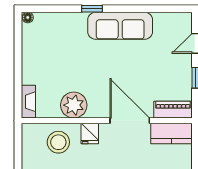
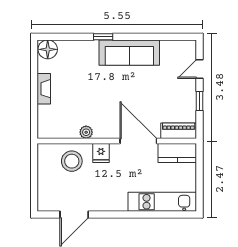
floor lamp: (28, 17) -> (48, 49), width x1.89, depth x1.89
fireplace: (28, 102) -> (44, 89), moved
plant: (74, 105) -> (86, 132), width x0.53, depth x0.53

